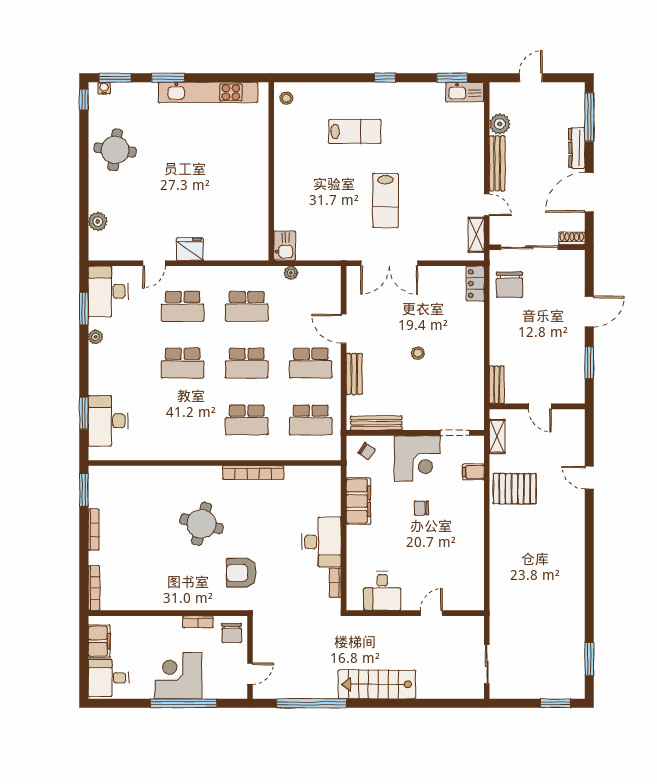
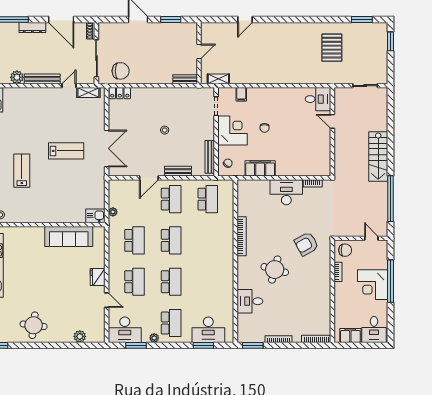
sofa: (253, 204) -> (69, 236), added
school desk: (247, 420) -> (171, 323), moved
desk: (152, 485) -> (250, 301), added
pallet: (515, 489) -> (332, 48), moved
armchair: (241, 573) -> (306, 244), turned 61
desk: (382, 591) -> (318, 99), moved

